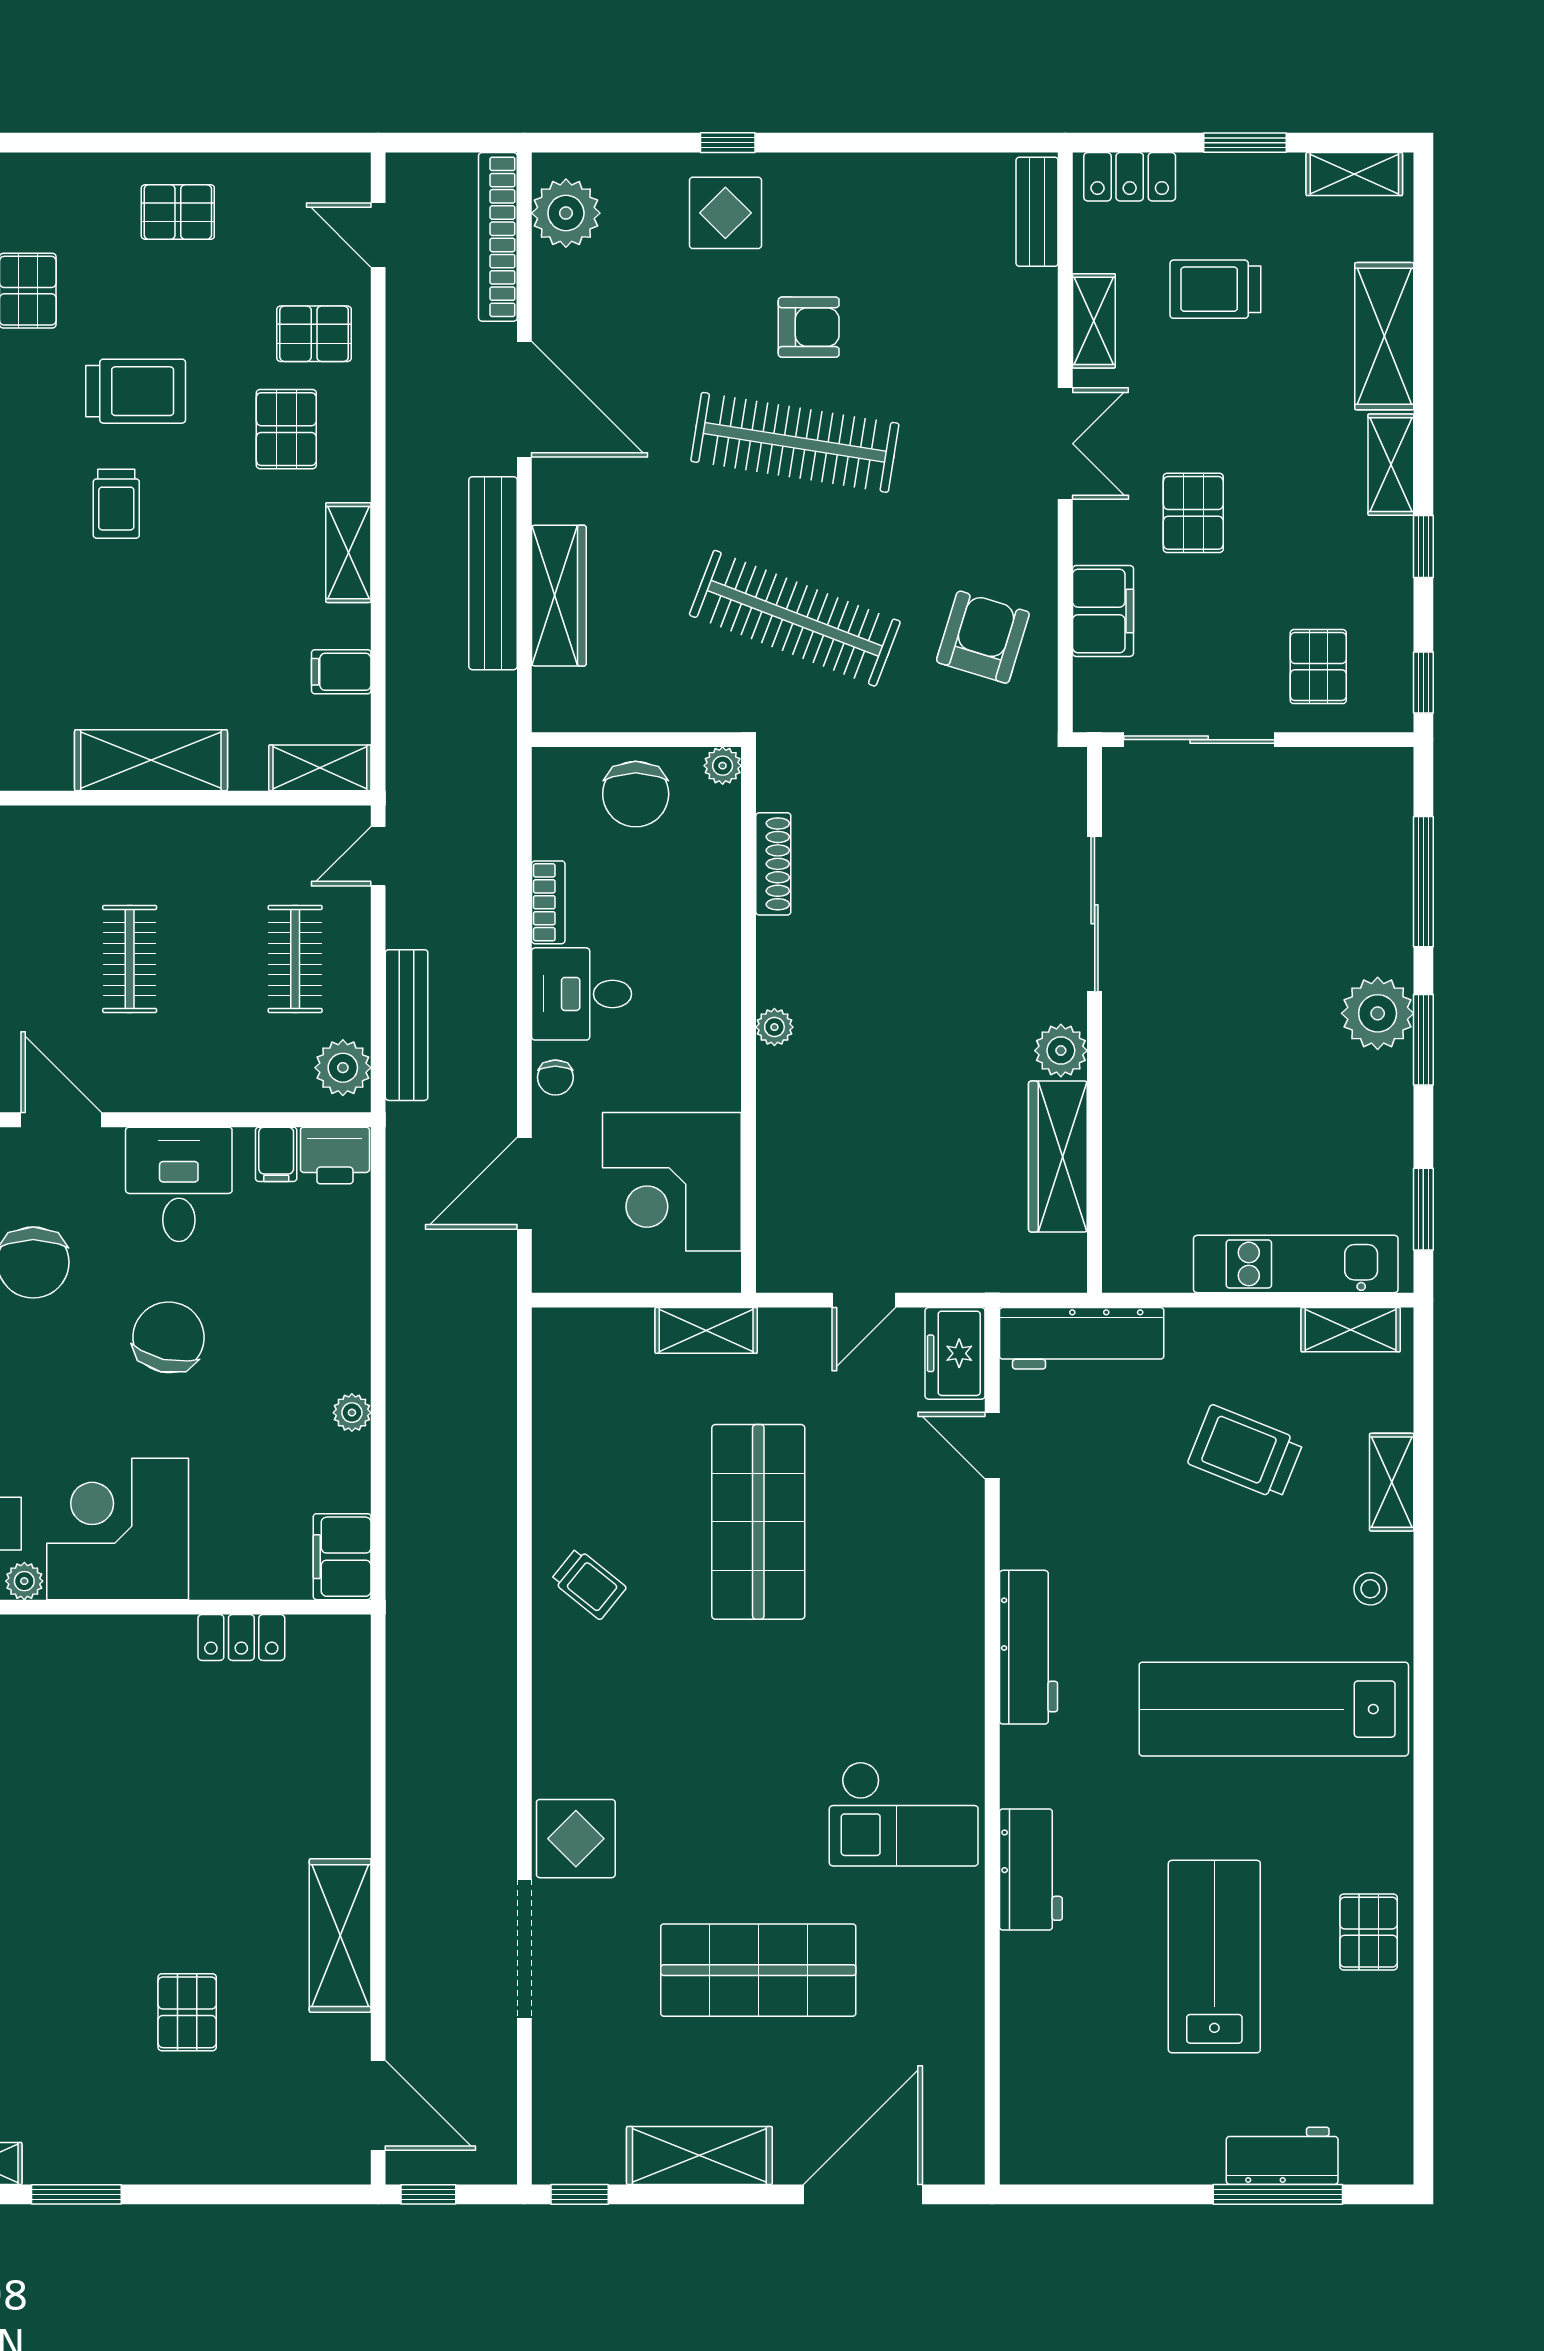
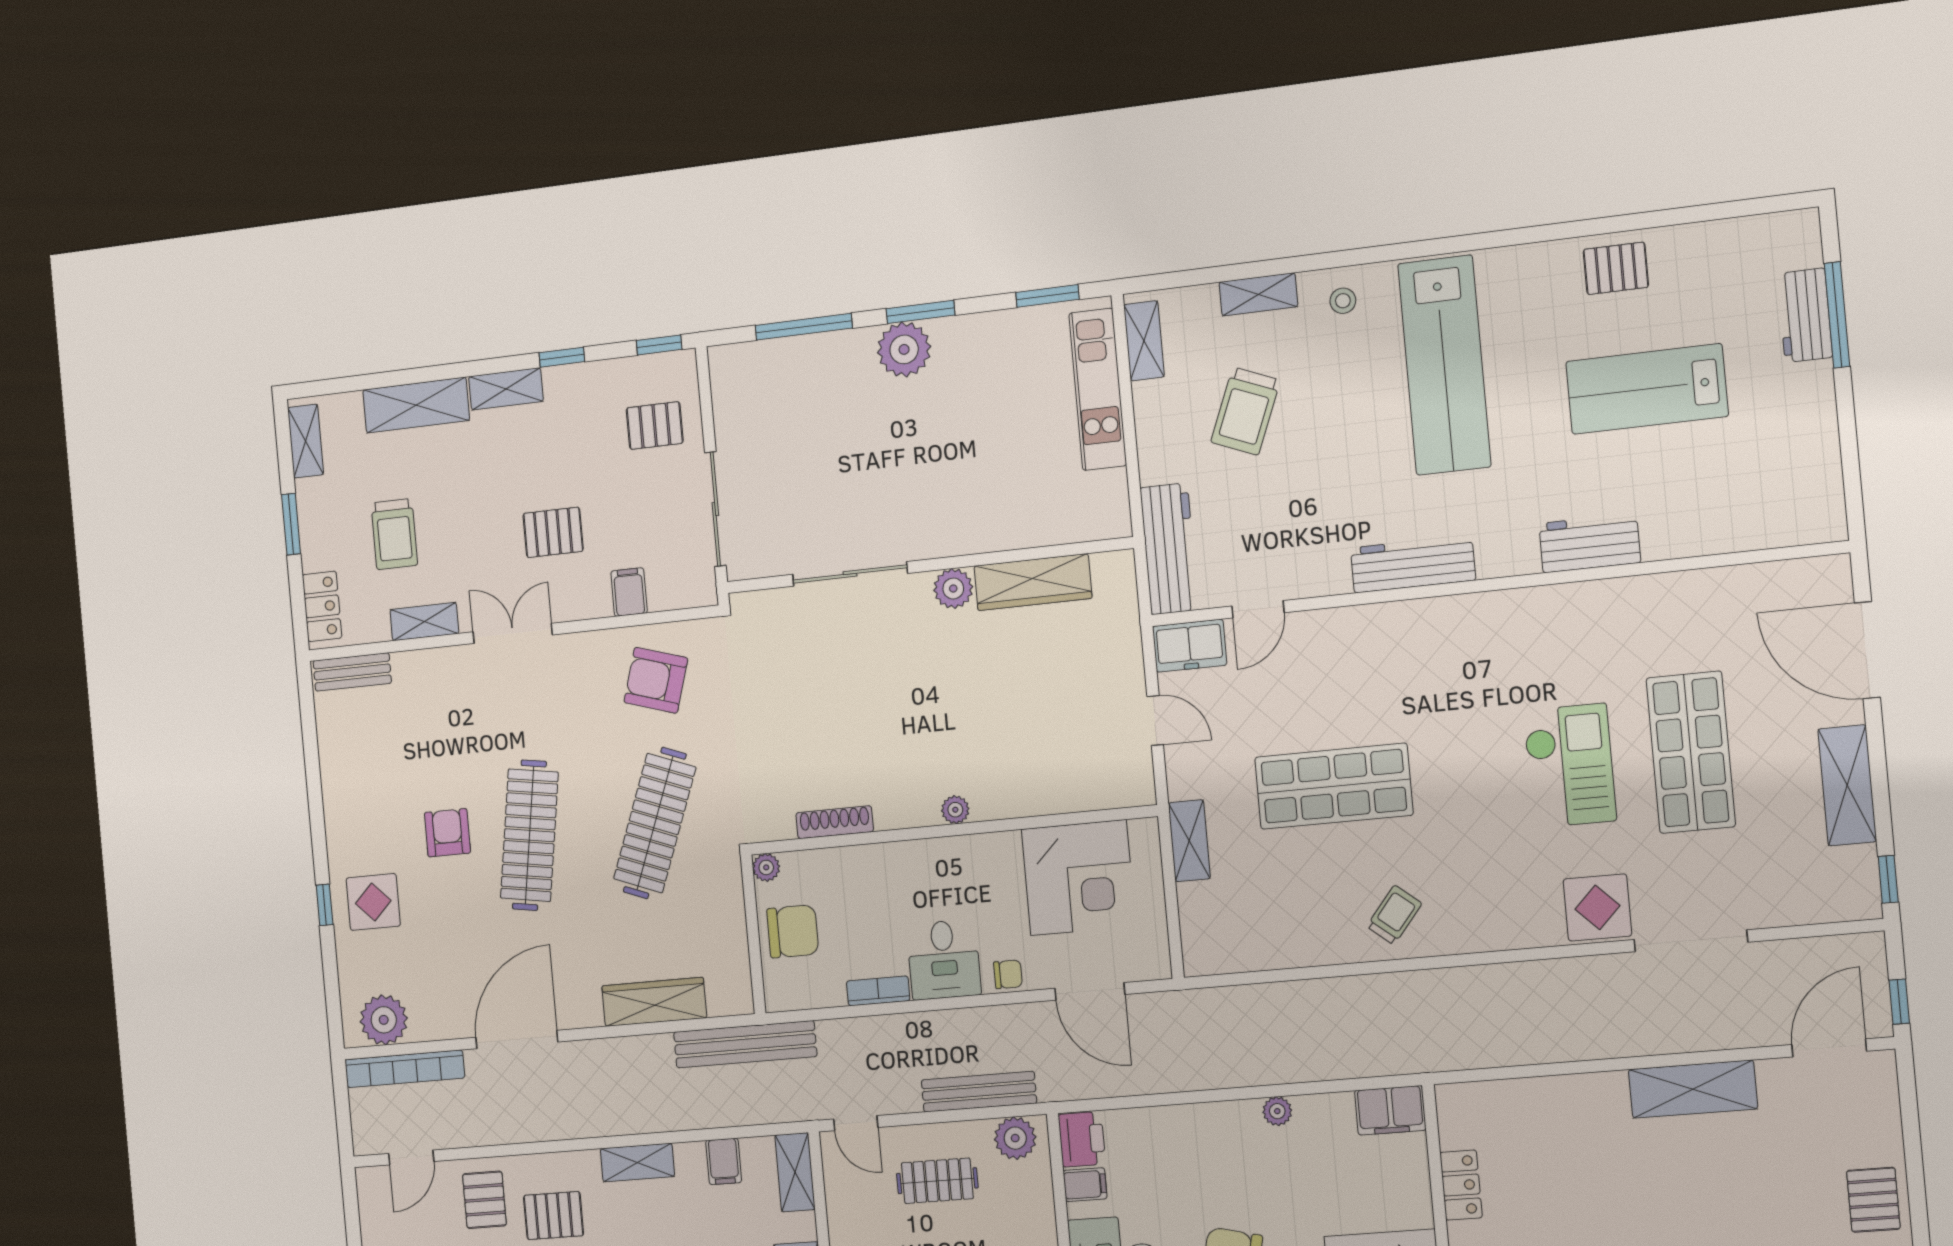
bench: (493, 573) -> (745, 1044), moved
filing cabinet: (1103, 611) -> (629, 592), width x0.50
checkout: (904, 1814) -> (1570, 766), moved
pallet: (187, 2012) -> (1873, 1200), moved, turned 90

